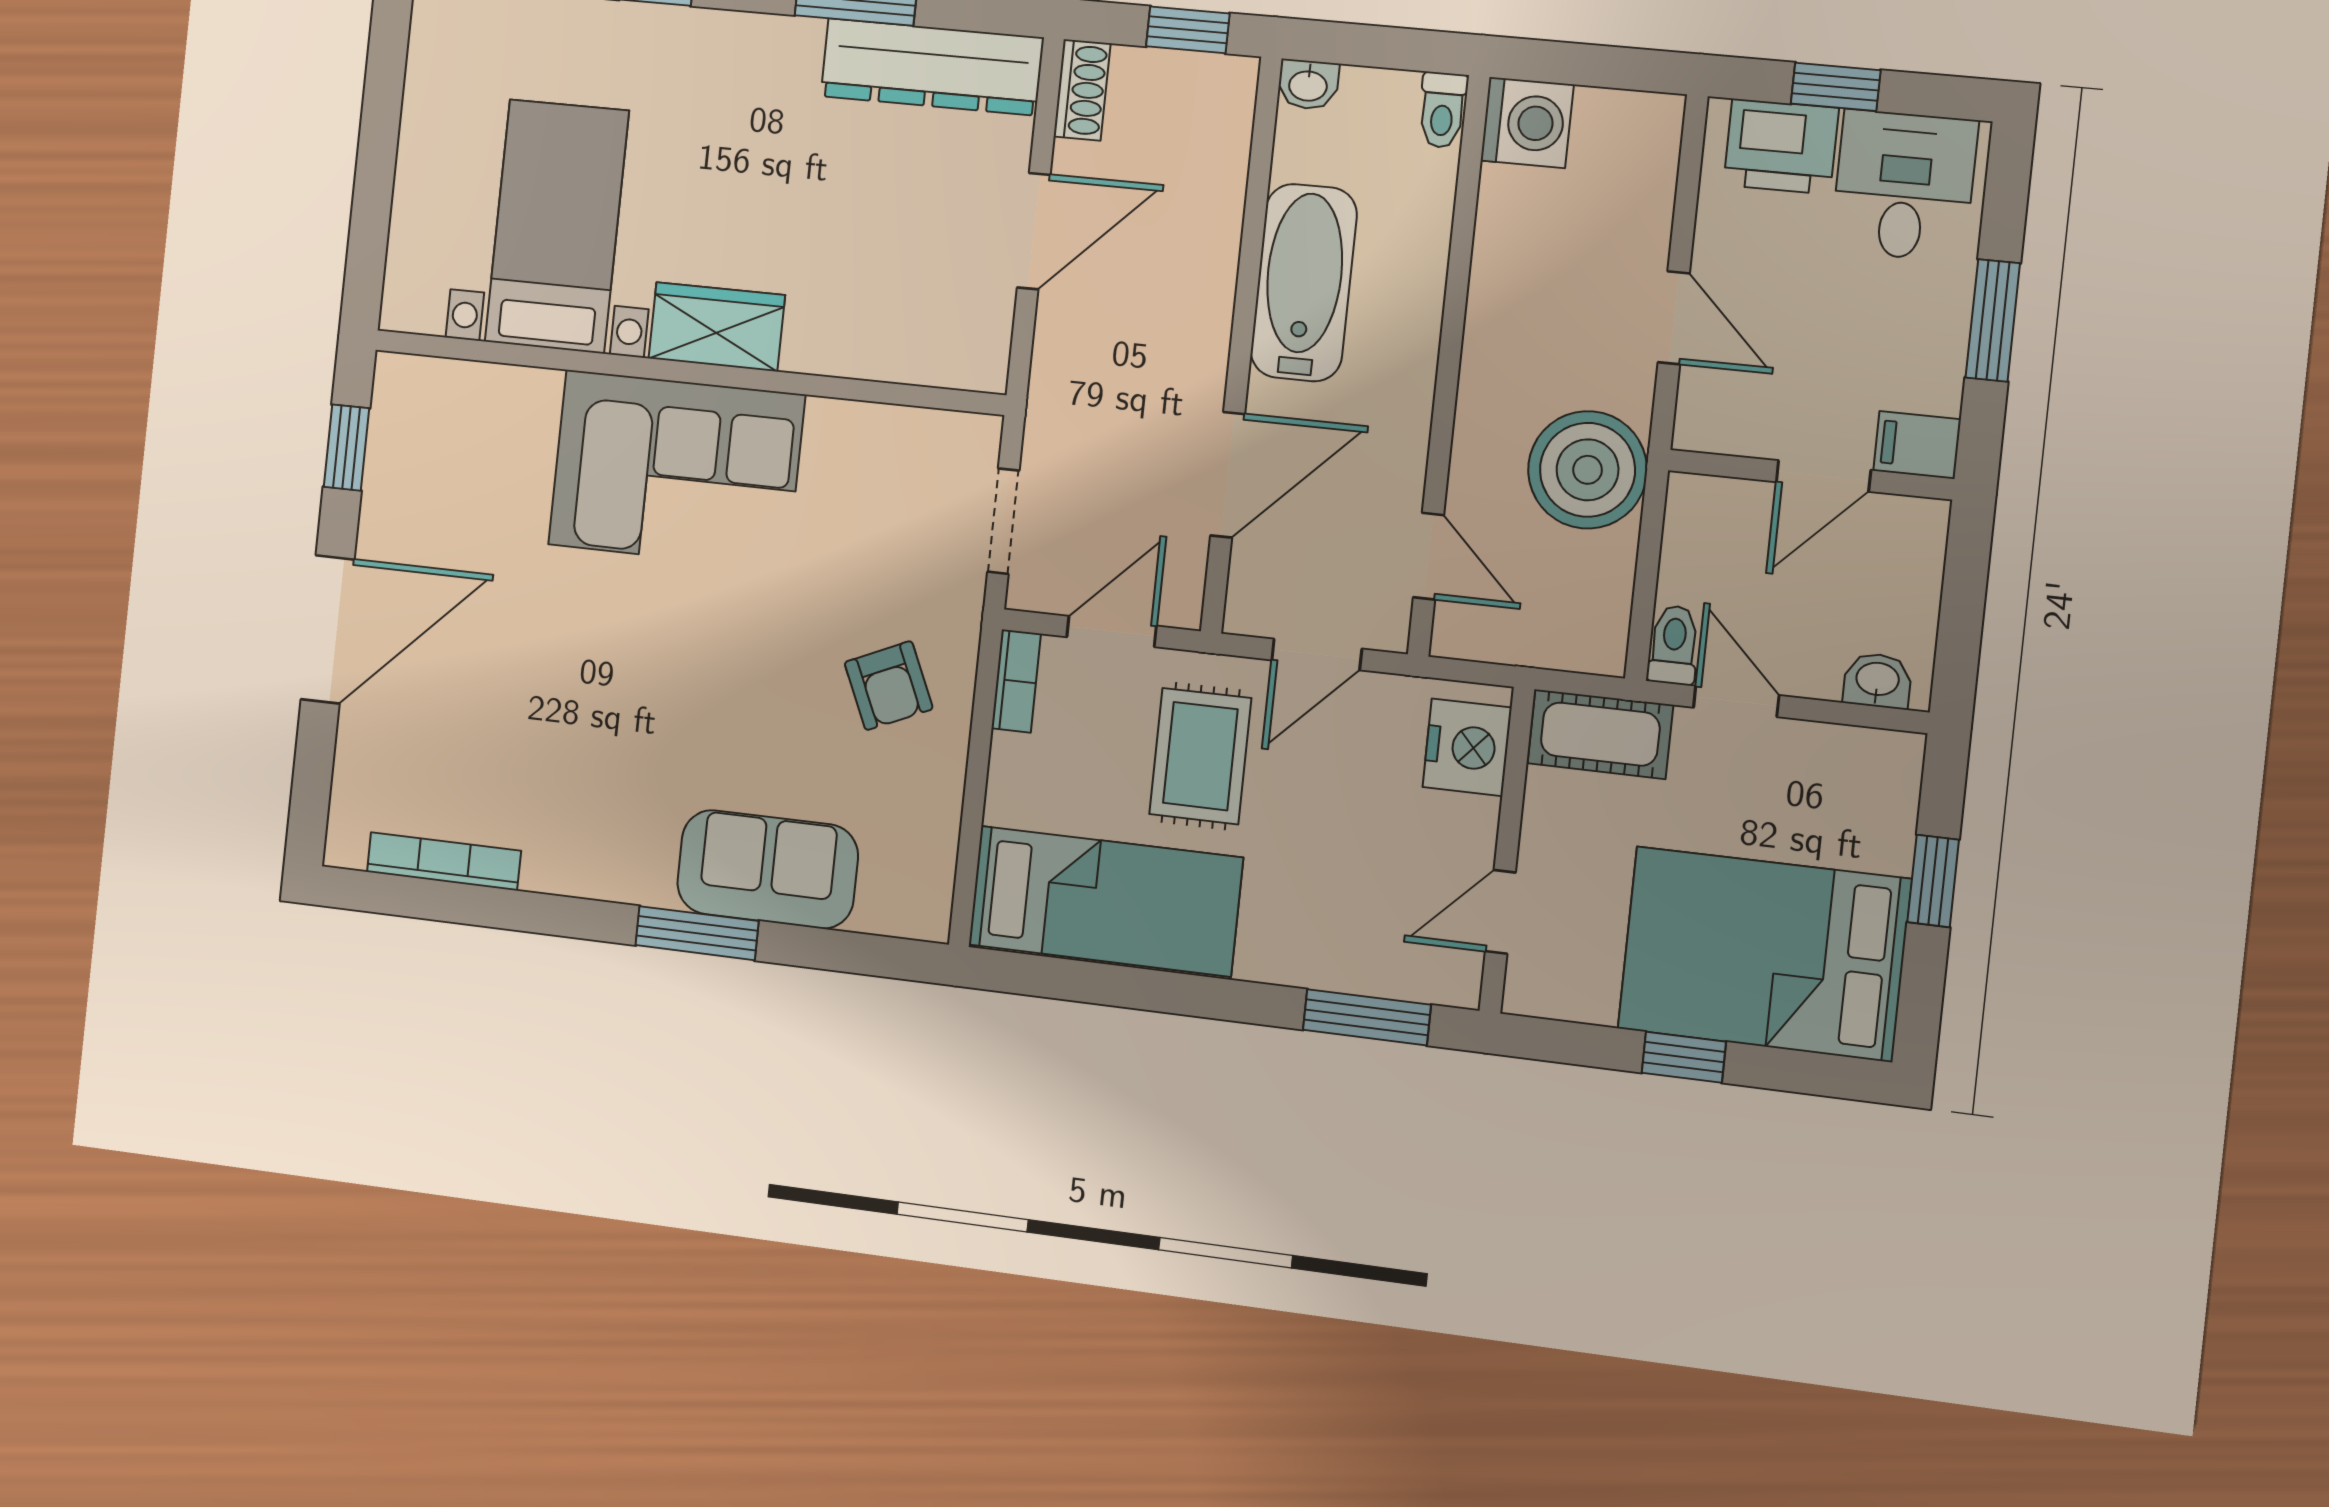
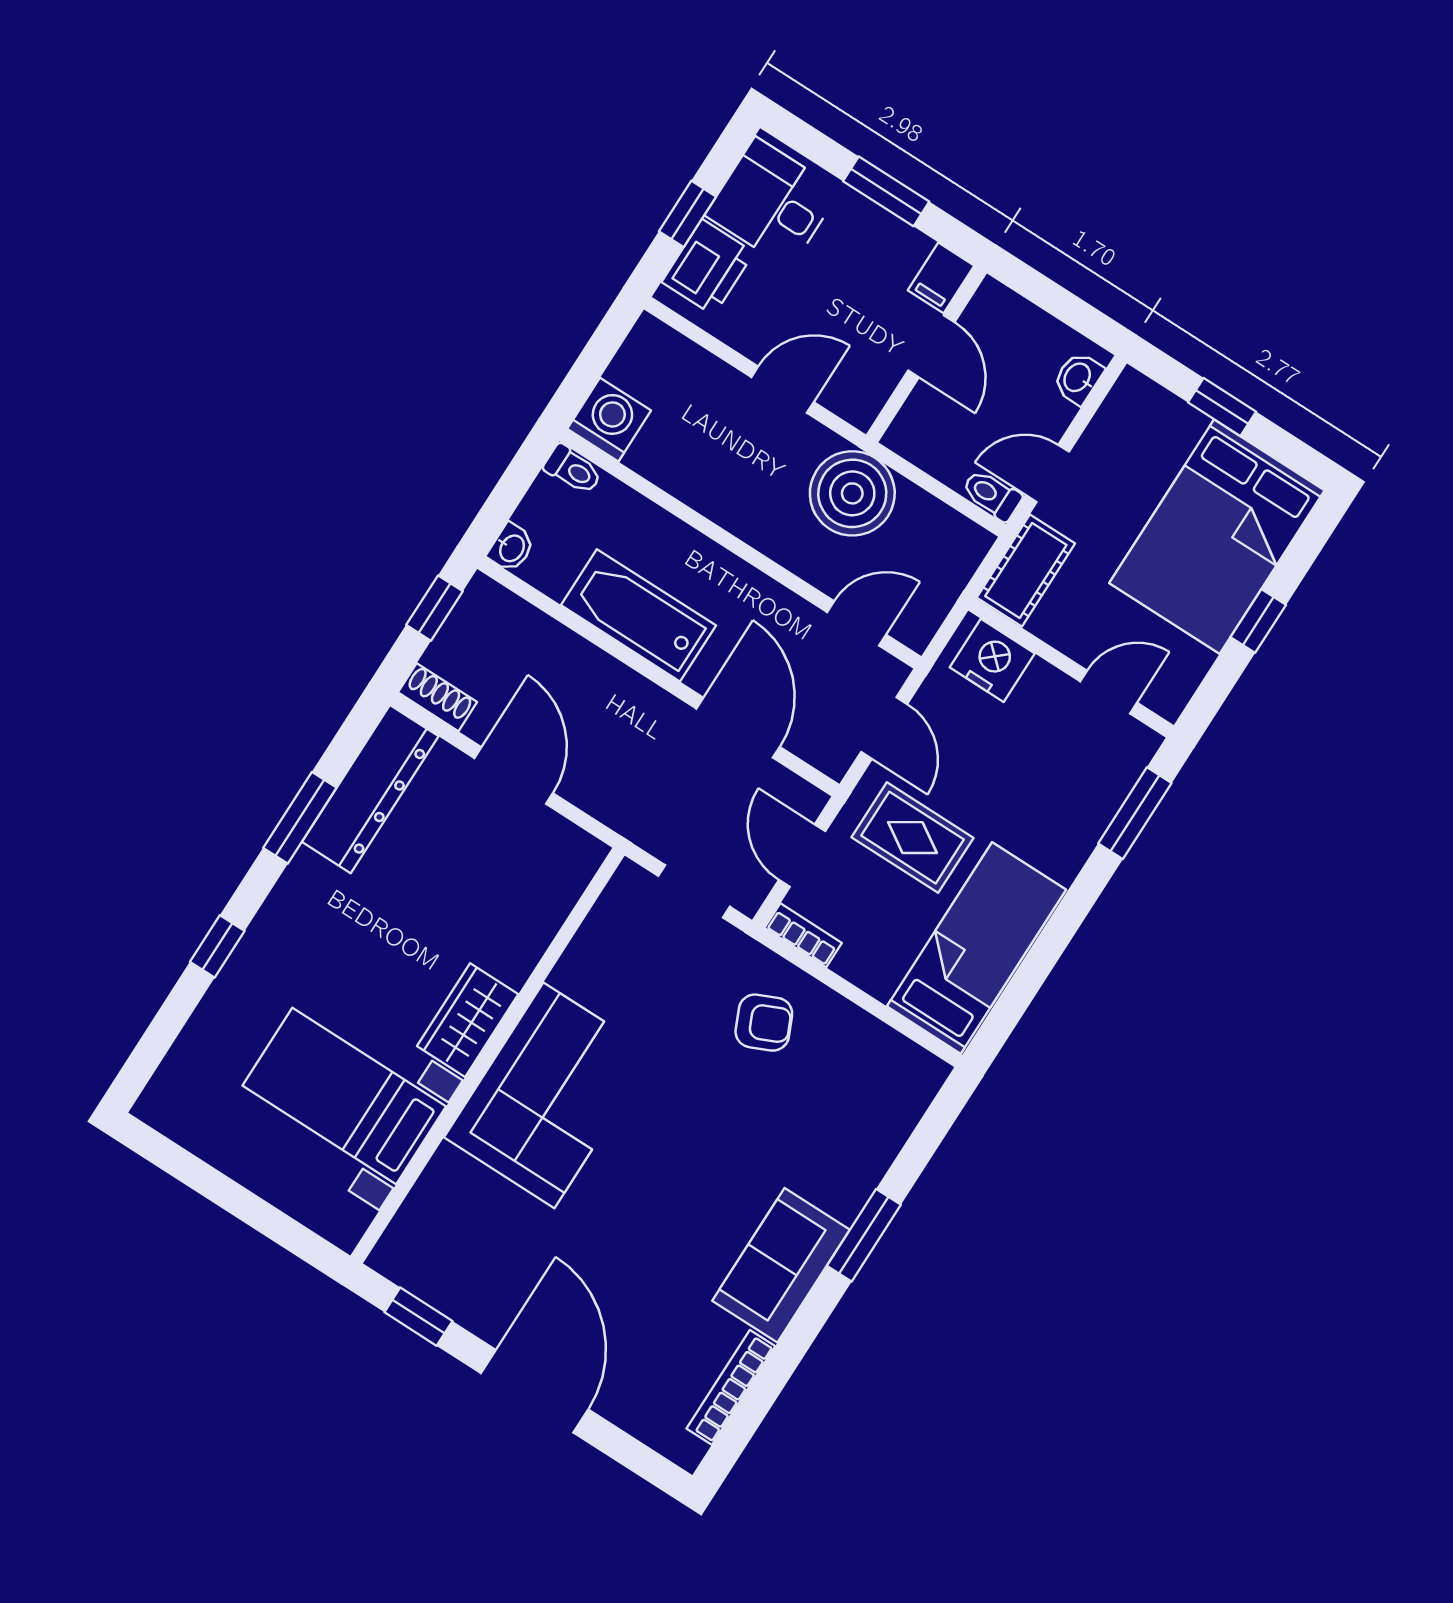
sofa: (768, 869) -> (781, 1265), moved
door: (1500, 912) -> (1109, 692), swing flipped

